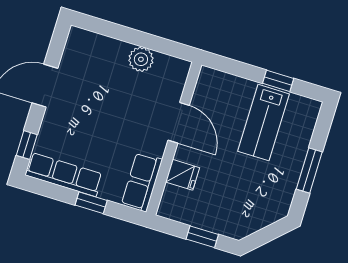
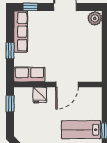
plant: (141, 59) -> (95, 18), moved
window: (202, 237) -> (10, 104), moved

